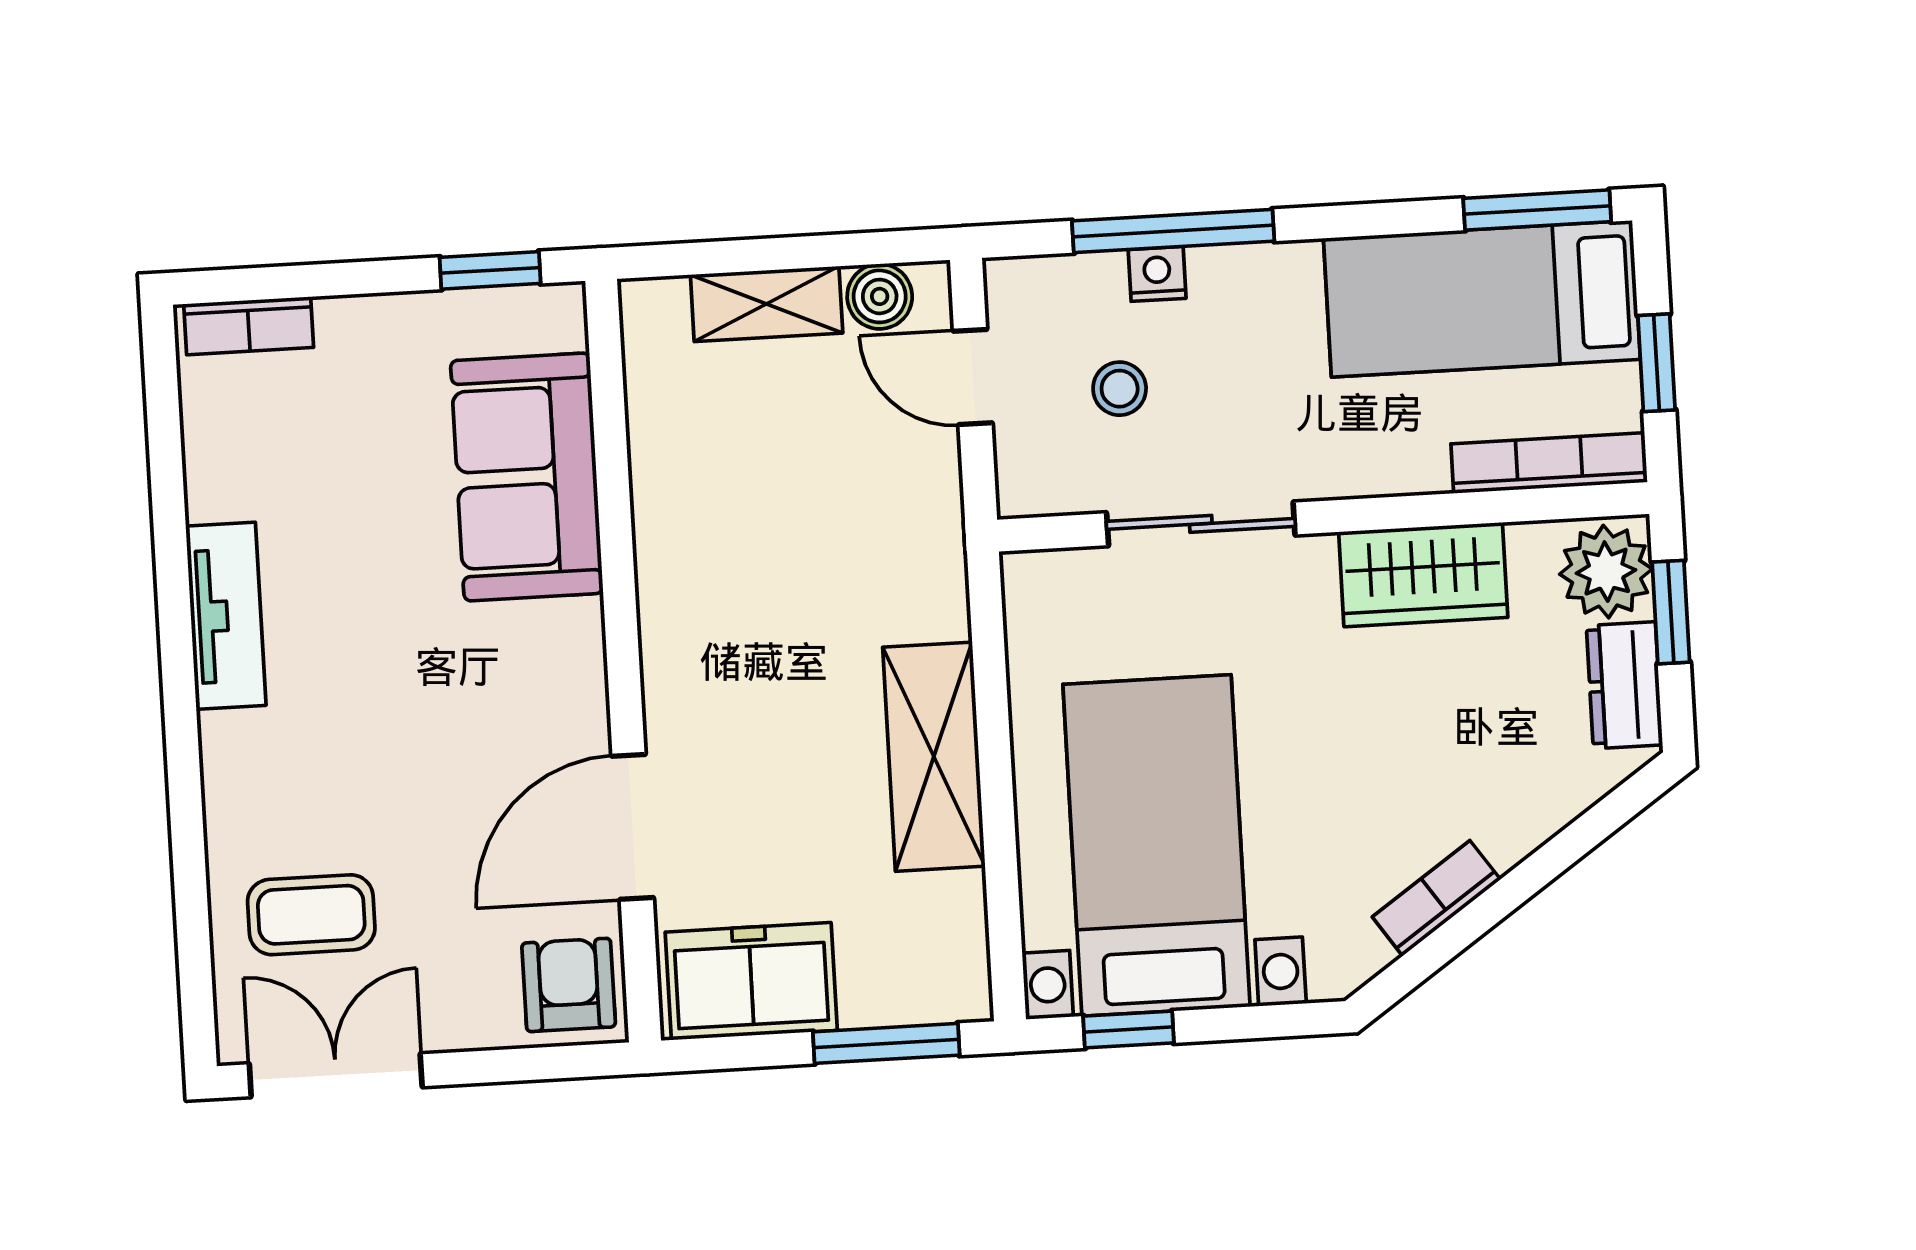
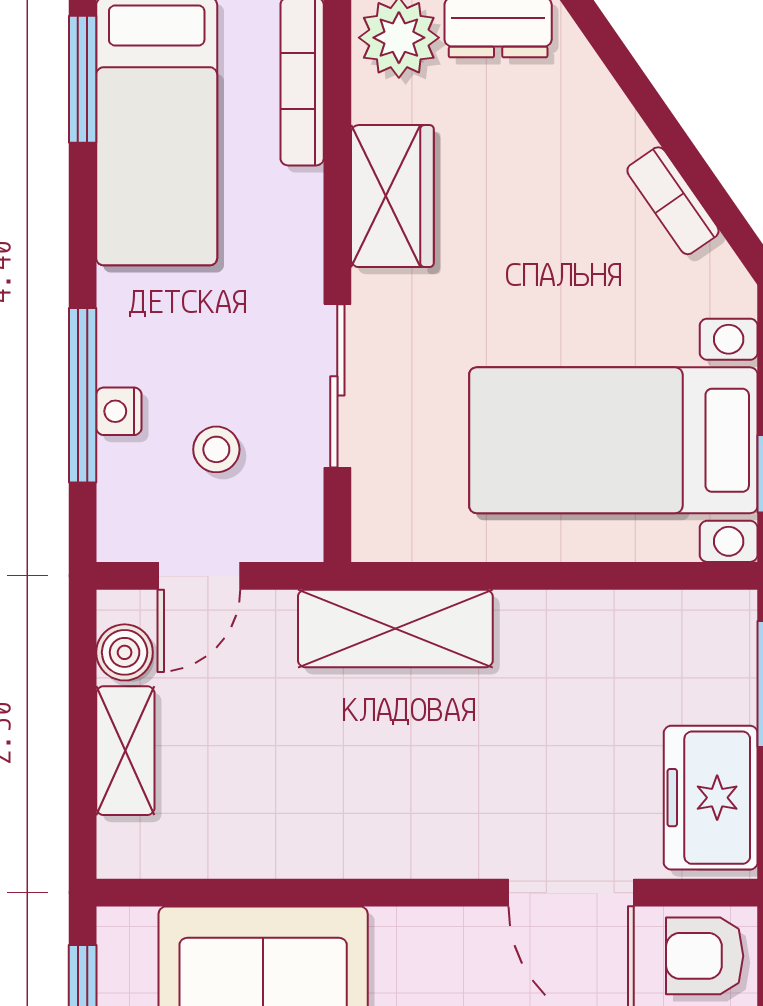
shelving: (934, 757) -> (395, 628), moved

